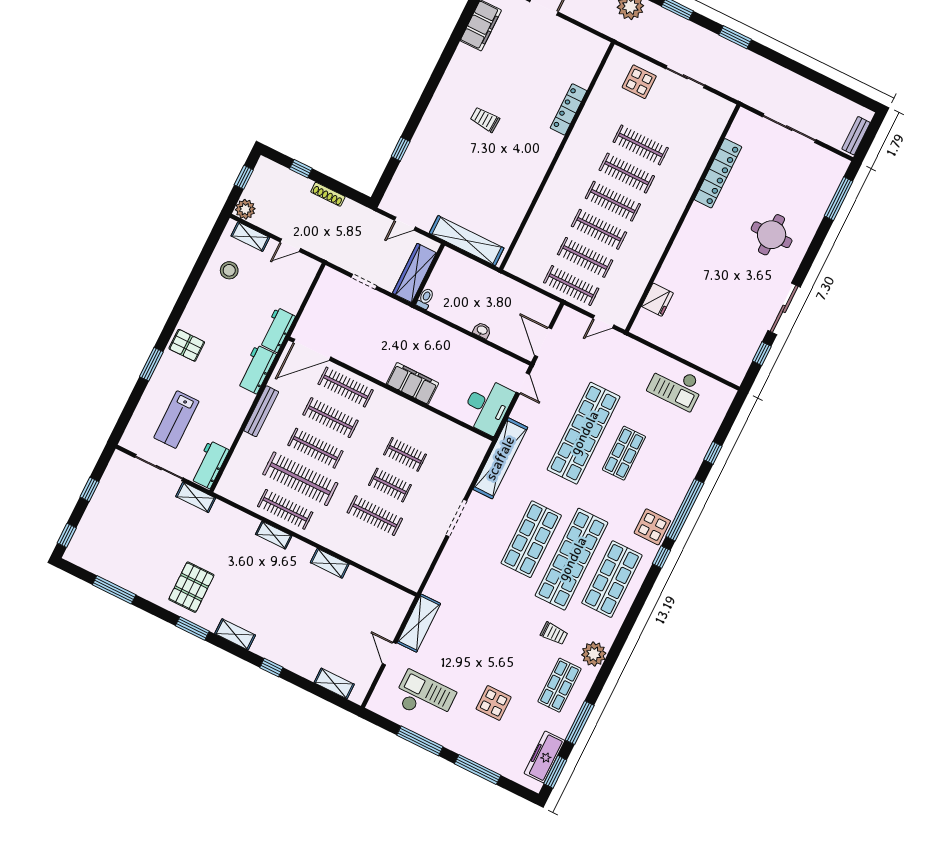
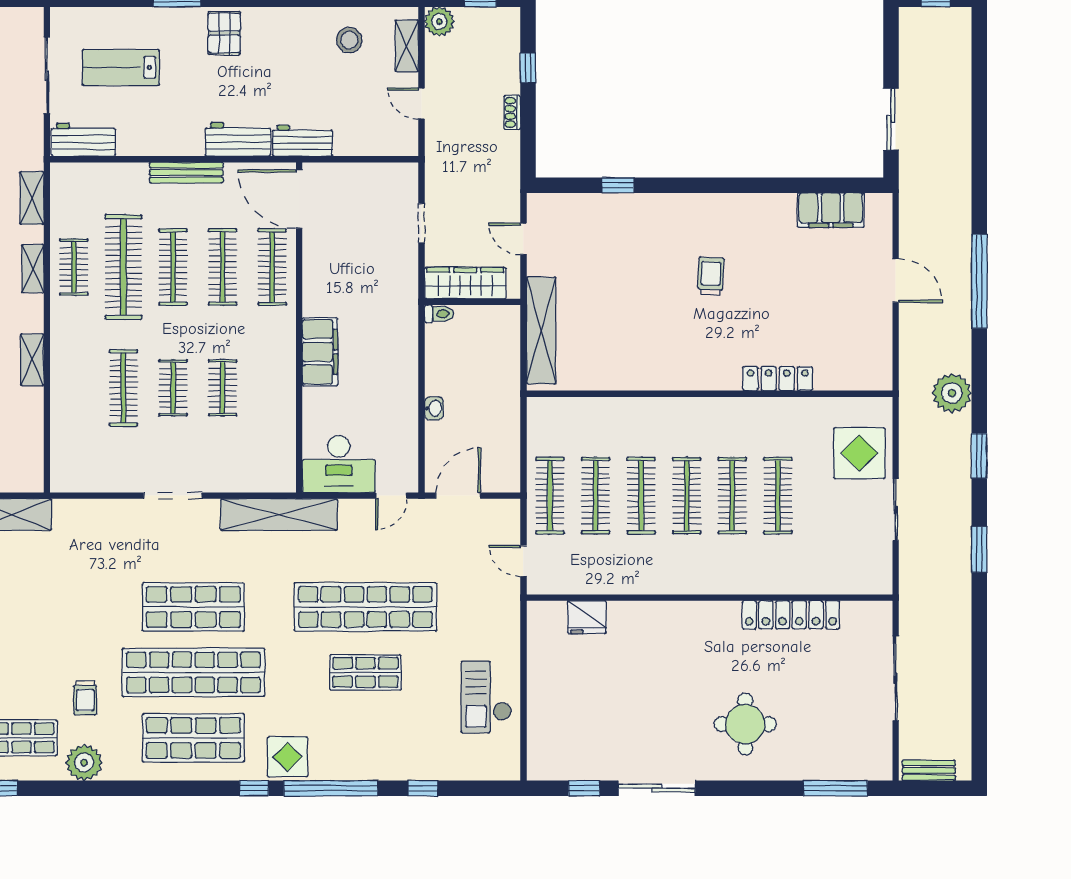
display table: (639, 82) -> (859, 453), width x1.36, depth x1.36
shoe rack: (328, 194) -> (512, 113), width x0.70
shelving: (196, 497) -> (32, 198), moved
clothes rail: (285, 509) -> (74, 267), width x0.73

